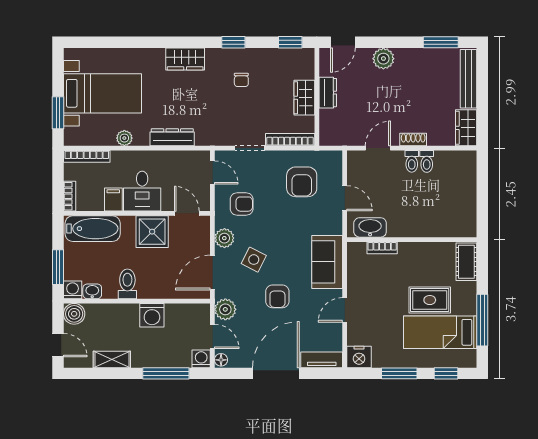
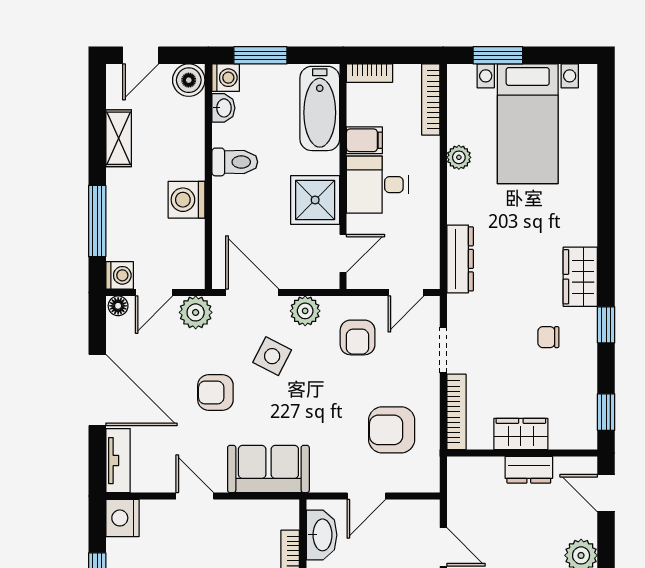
wardrobe: (185, 59) -> (580, 277), moved
dresser: (172, 137) -> (460, 259), moved

